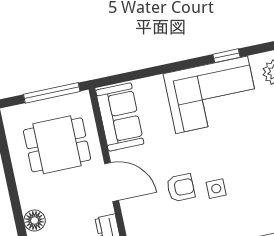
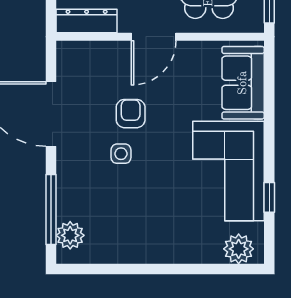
sofa: (120, 117) -> (243, 83), moved, turned 90
armchair: (181, 188) -> (131, 114), turned 180

